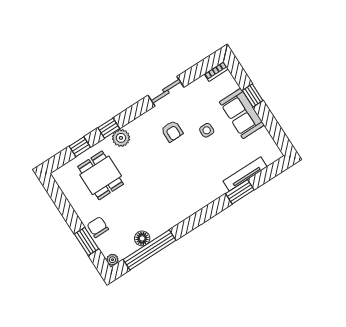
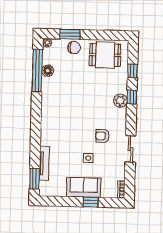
dining table: (101, 175) -> (105, 55), moved
window: (240, 192) -> (34, 179), moved

